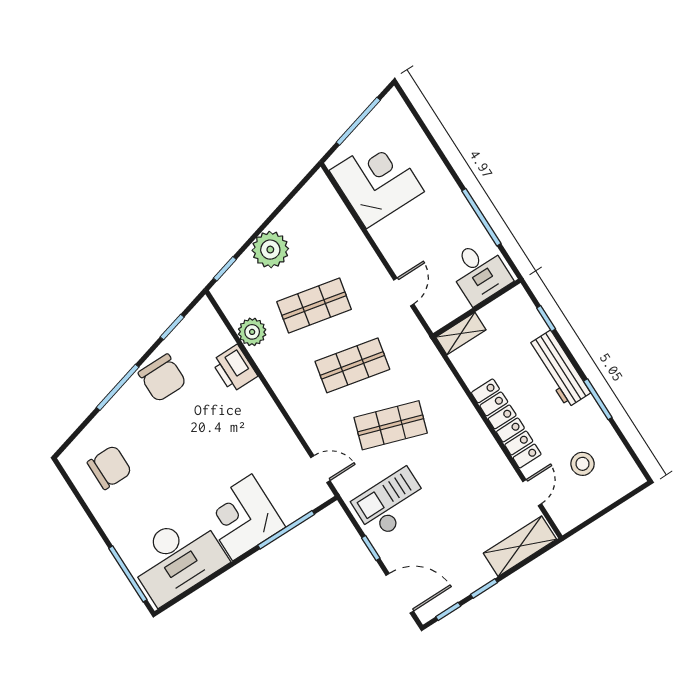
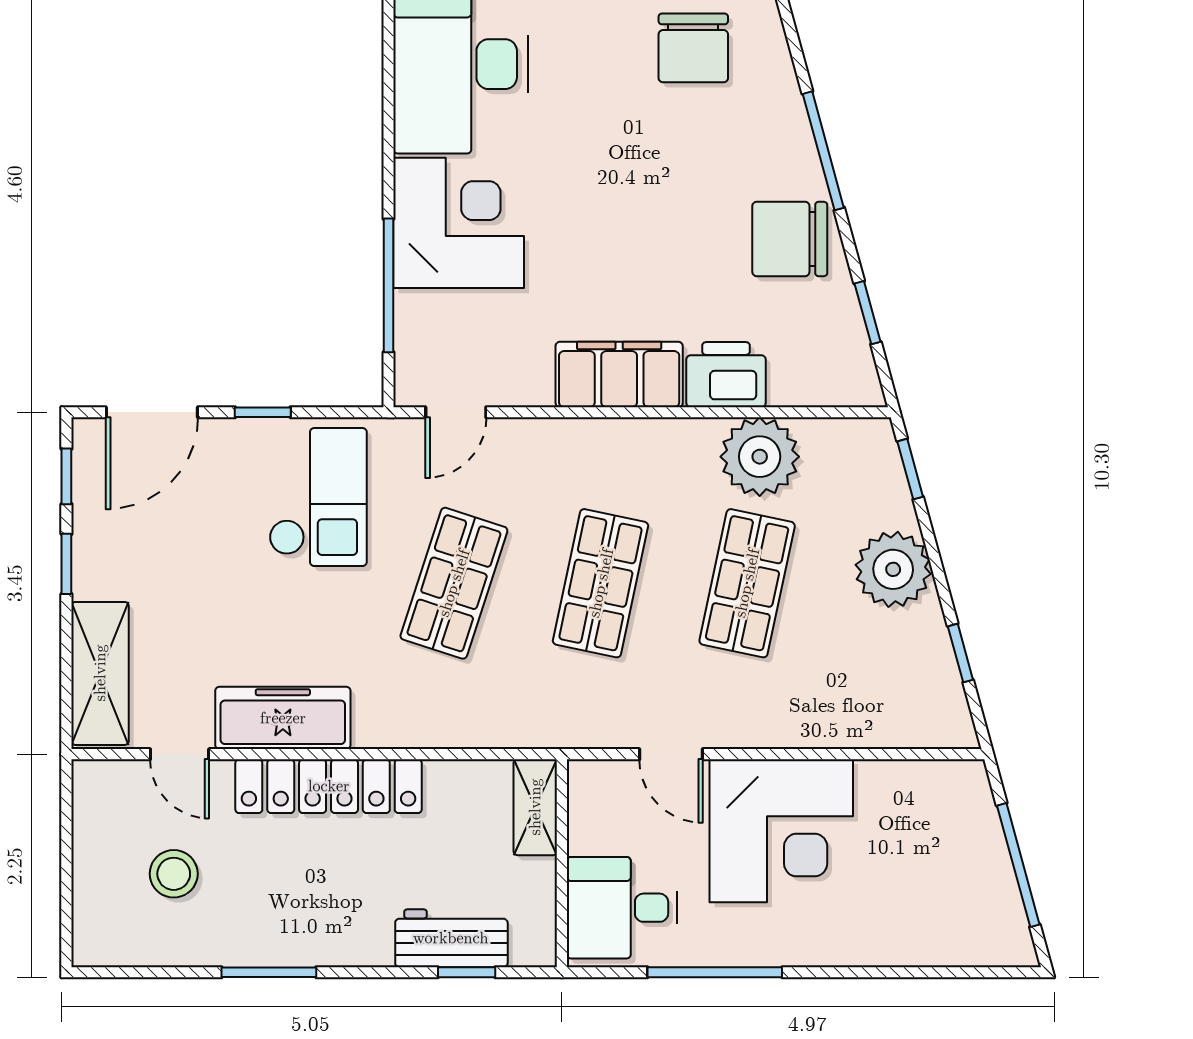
corner desk: (377, 181) -> (781, 831), moved
window: (287, 200) -> (960, 653), added
plant: (252, 332) -> (760, 457), width x1.36, depth x1.36
workbench: (559, 369) -> (451, 938), moved, width x0.73
filing cabinet: (262, 412) -> (619, 374), added
freezer: (490, 460) -> (283, 718), added

